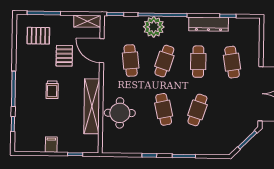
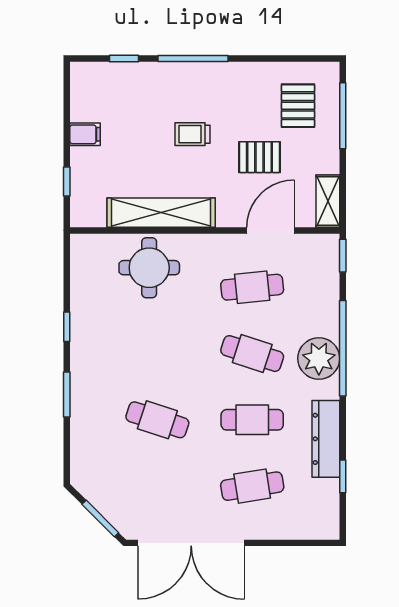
plant: (154, 27) -> (319, 358), moved
cafe table: (164, 109) -> (157, 354), removed

